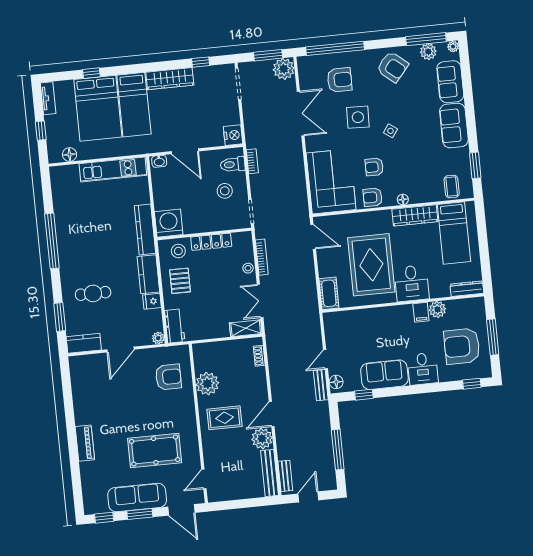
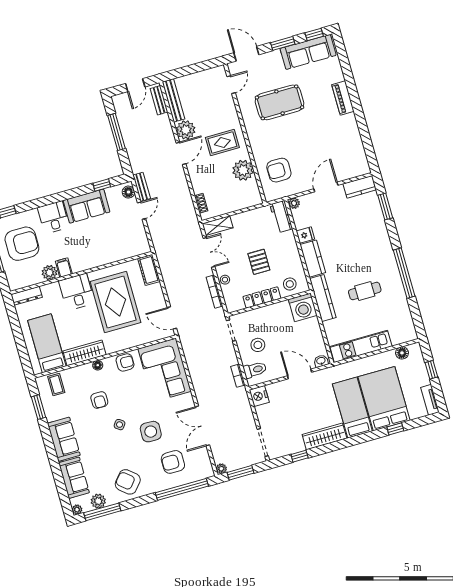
plant: (284, 69) -> (221, 469), width x0.53, depth x0.53
armchair: (374, 167) -> (99, 400), moved, turned 90
pallet: (180, 281) -> (259, 262), moved
cafe table: (93, 293) -> (365, 291), moved
sofa: (137, 498) -> (308, 52), moved

